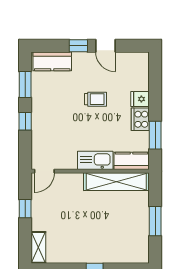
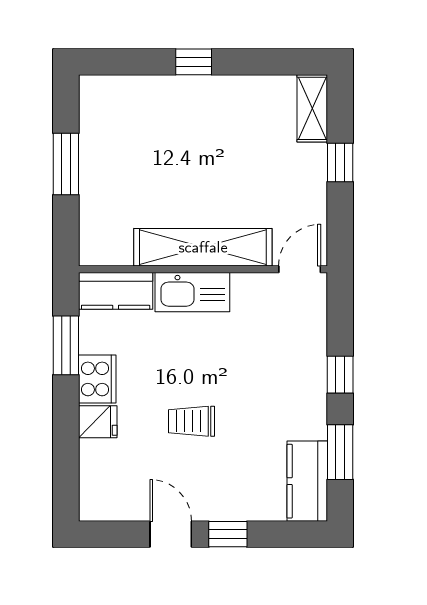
kitchen counter: (52, 61) -> (307, 481), moved, turned -90
shelving: (116, 182) -> (203, 247), moved
window: (25, 209) -> (340, 163), moved

